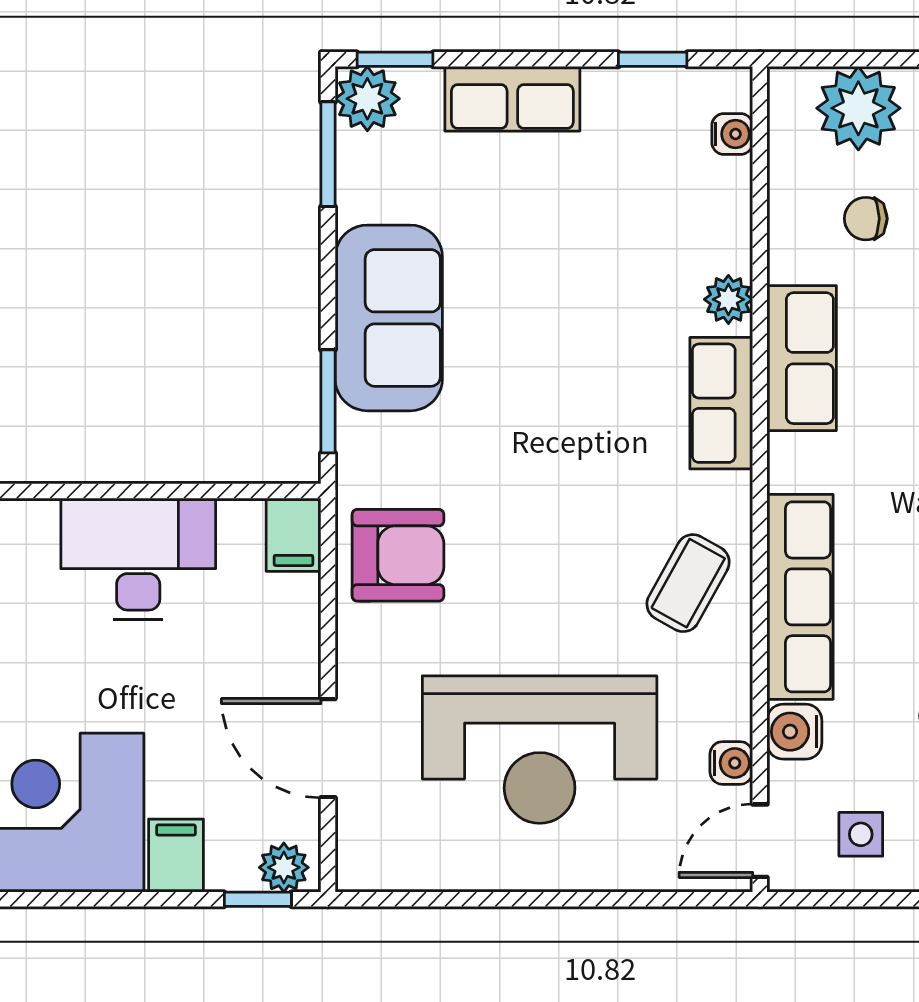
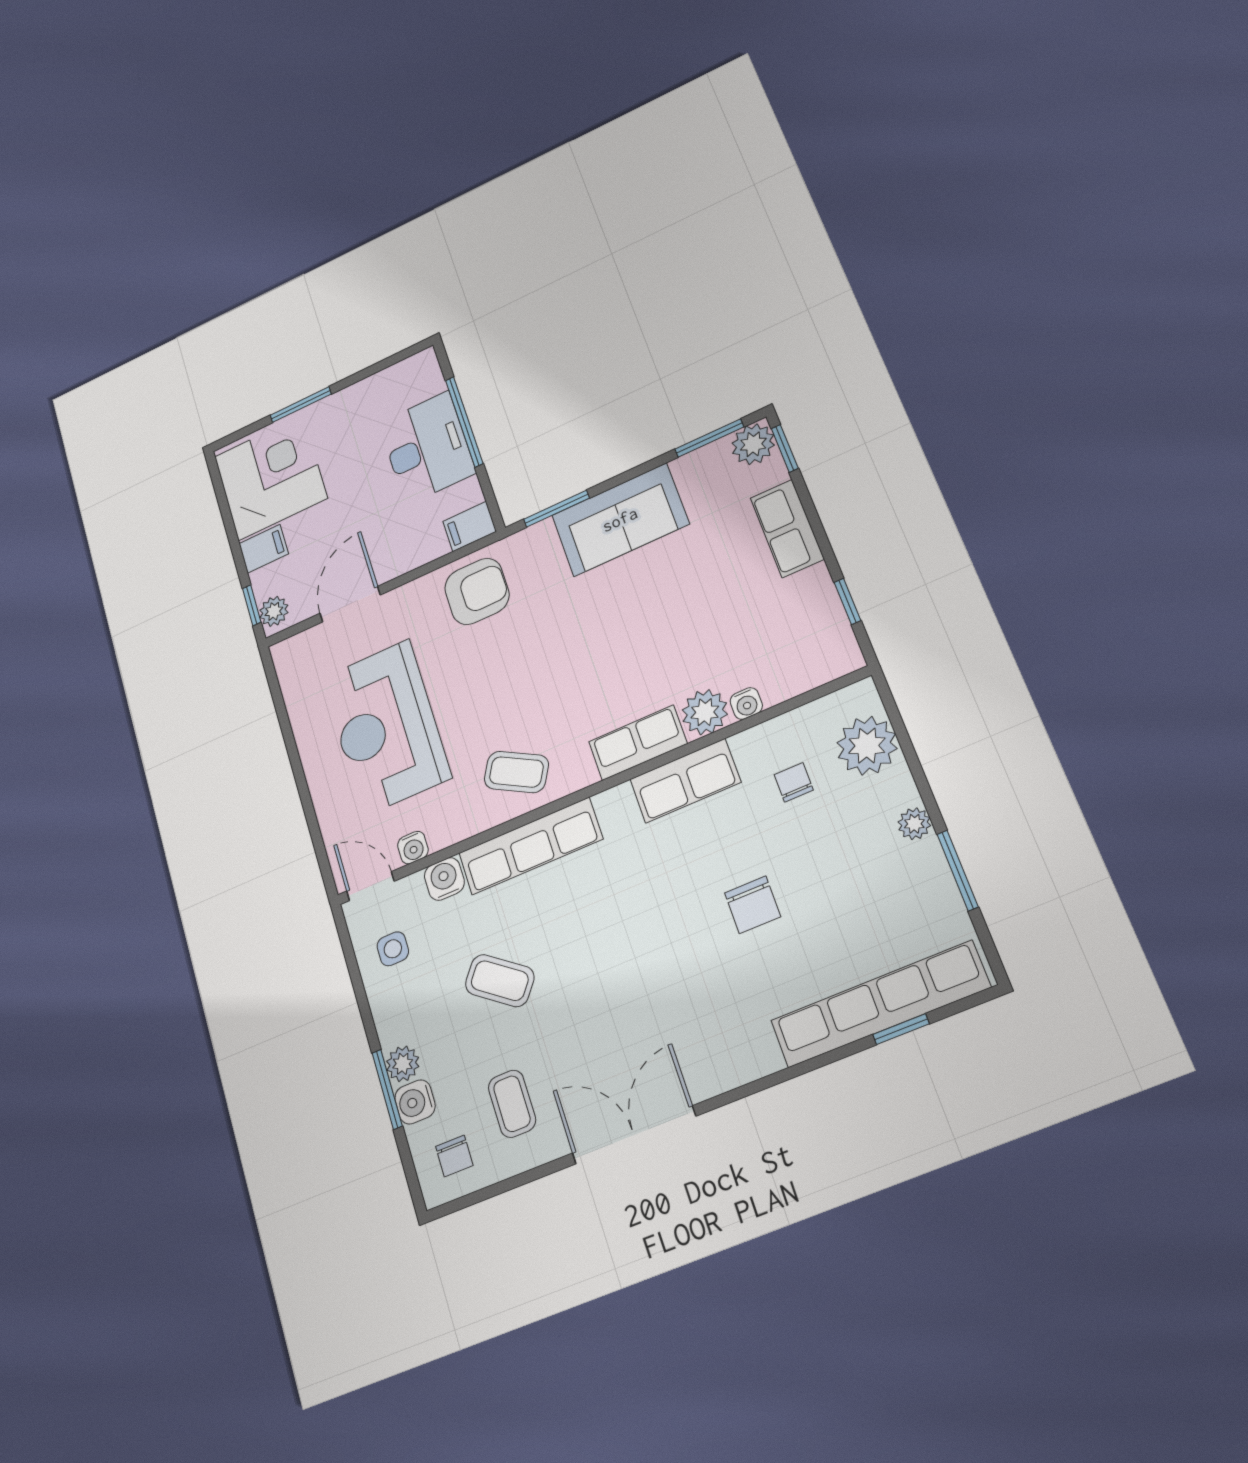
water cooler: (732, 134) -> (746, 704), moved
plant: (728, 299) -> (705, 712), width x1.38, depth x1.38
window: (124, 491) -> (464, 422), added
armchair: (398, 555) -> (477, 591), turned -90

